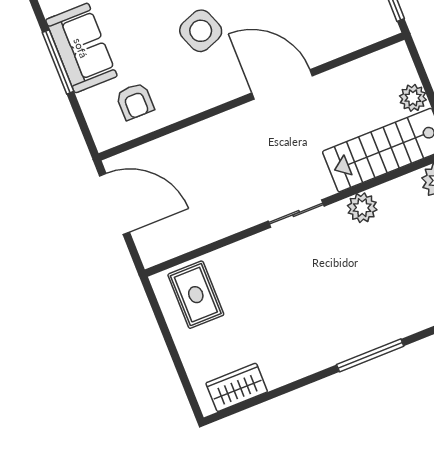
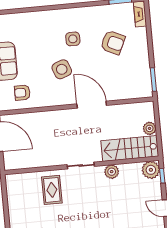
armchair: (135, 101) -> (22, 93), turned 90
rug: (196, 295) -> (52, 190), moved

